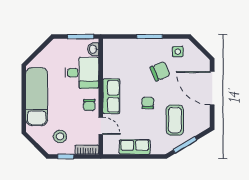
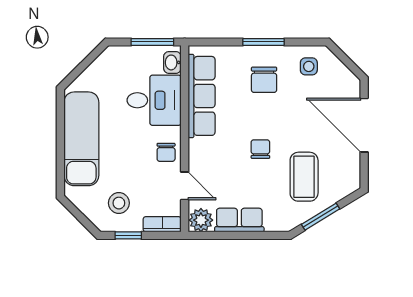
chair: (160, 71) -> (264, 80), moved, turned 113
row of seats: (111, 96) -> (202, 96), moved, width x1.48
plant: (111, 147) -> (201, 220), added

